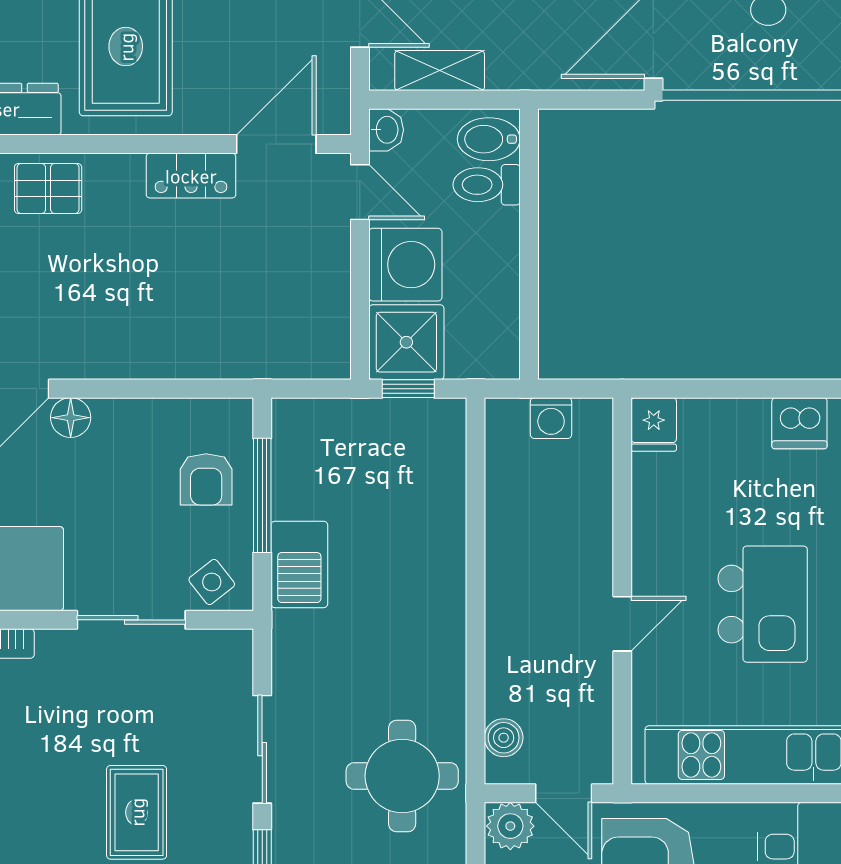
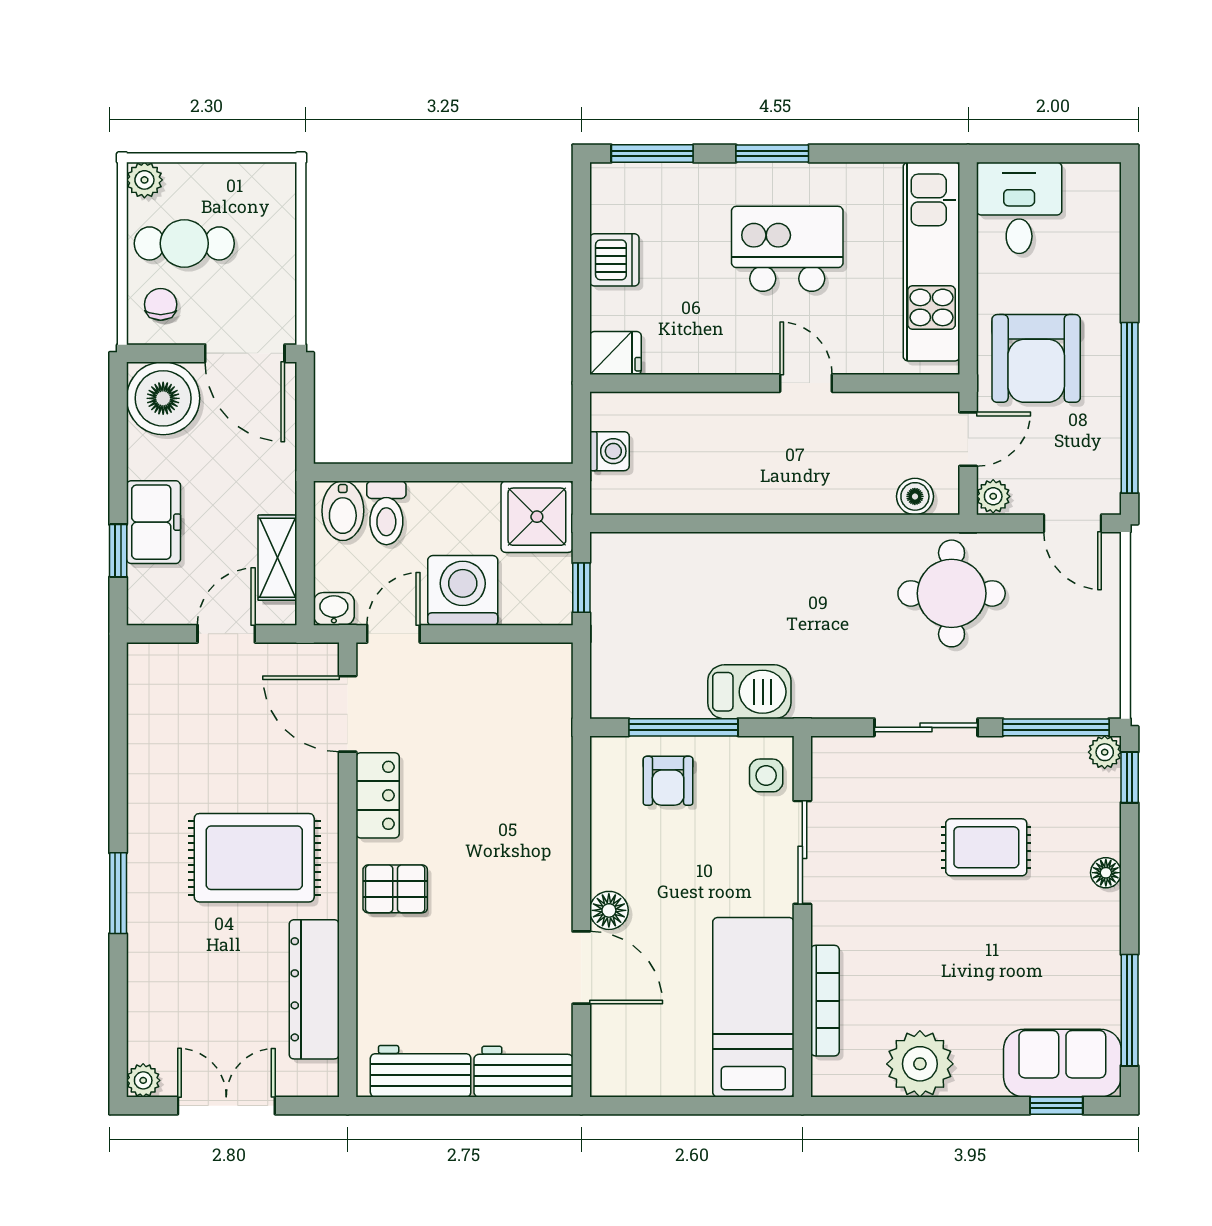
pallet: (48, 188) -> (395, 889), moved, turned 90
shower: (406, 342) -> (537, 517), moved
dishwasher: (799, 423) -> (614, 260), moved
armchair: (206, 479) -> (668, 781), turned 90
side table: (212, 582) -> (766, 775), turned 38
plant: (510, 826) -> (993, 496), width x0.73, depth x0.73

